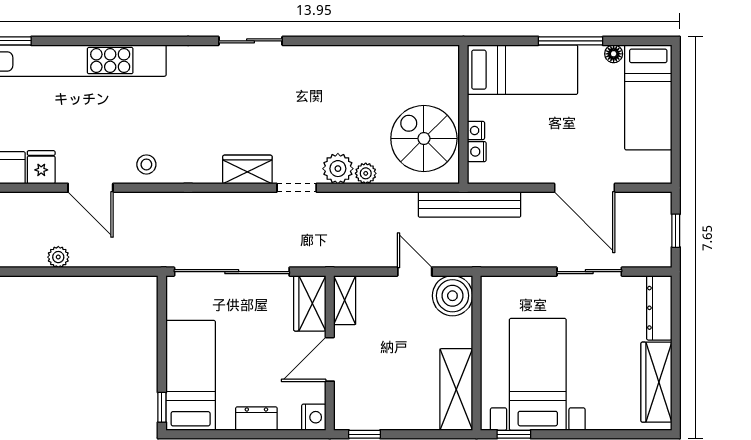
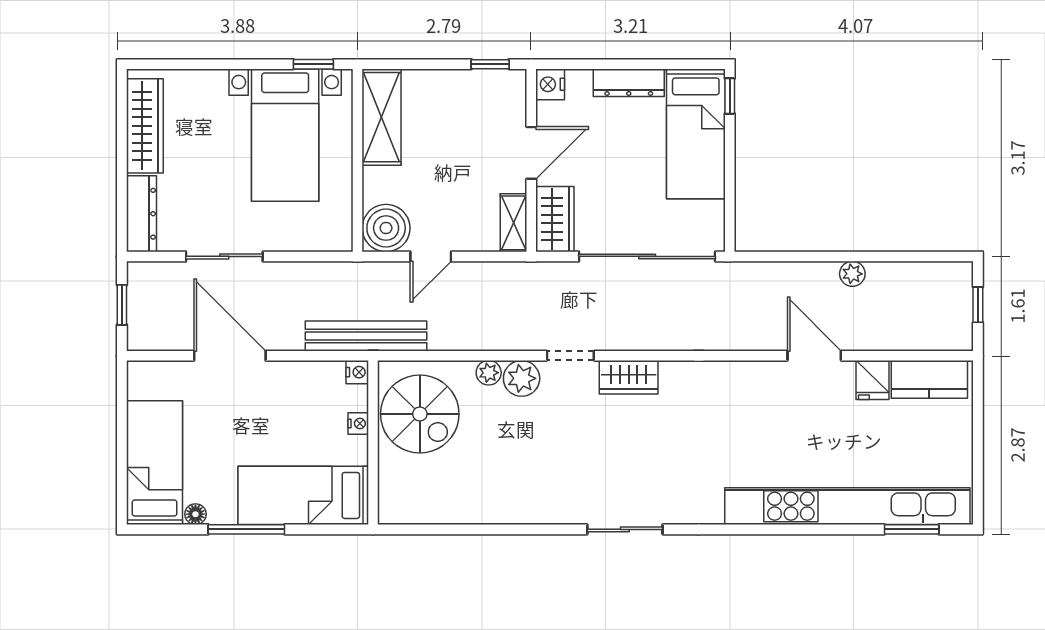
nightstand: (477, 152) -> (357, 372), moved
stool: (146, 164) -> (748, 383), removed
door: (415, 272) -> (431, 256), hinge flipped
dresser: (256, 419) -> (629, 83), width x1.44

